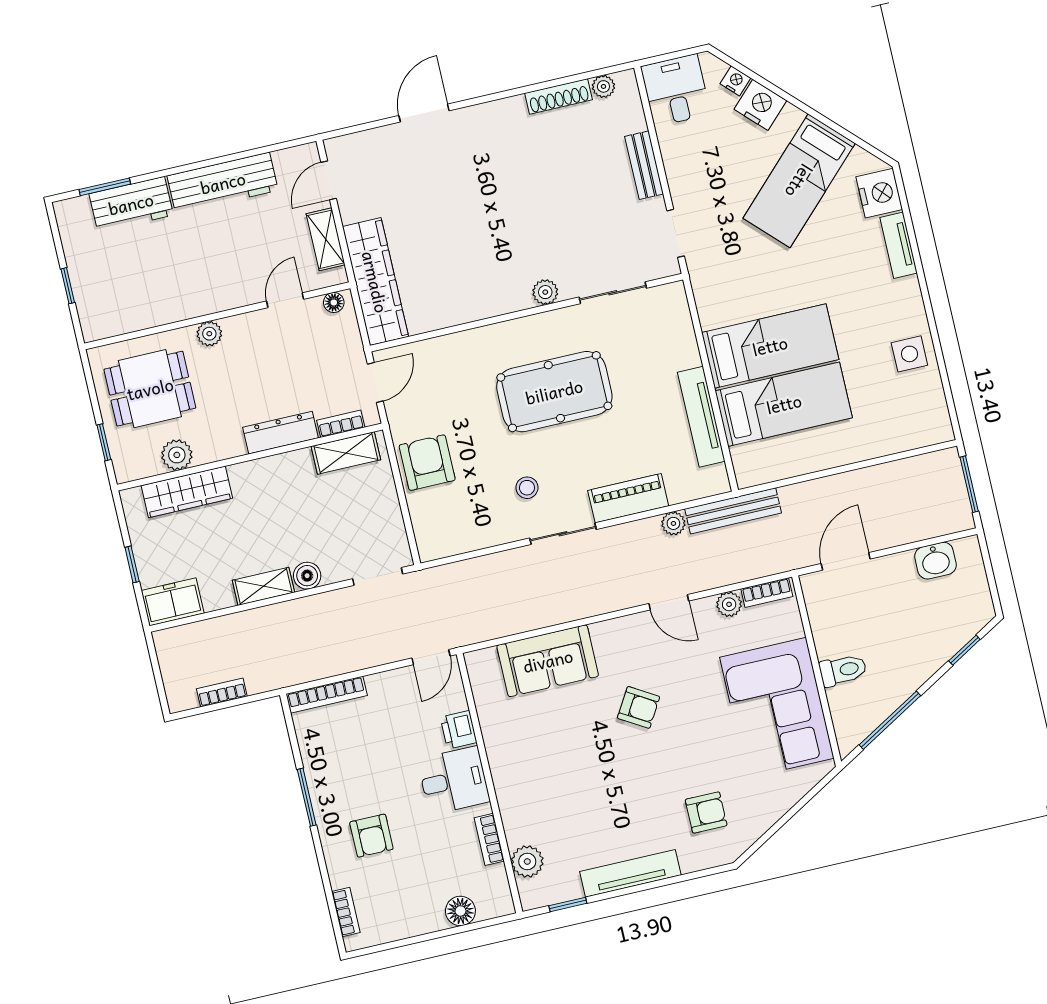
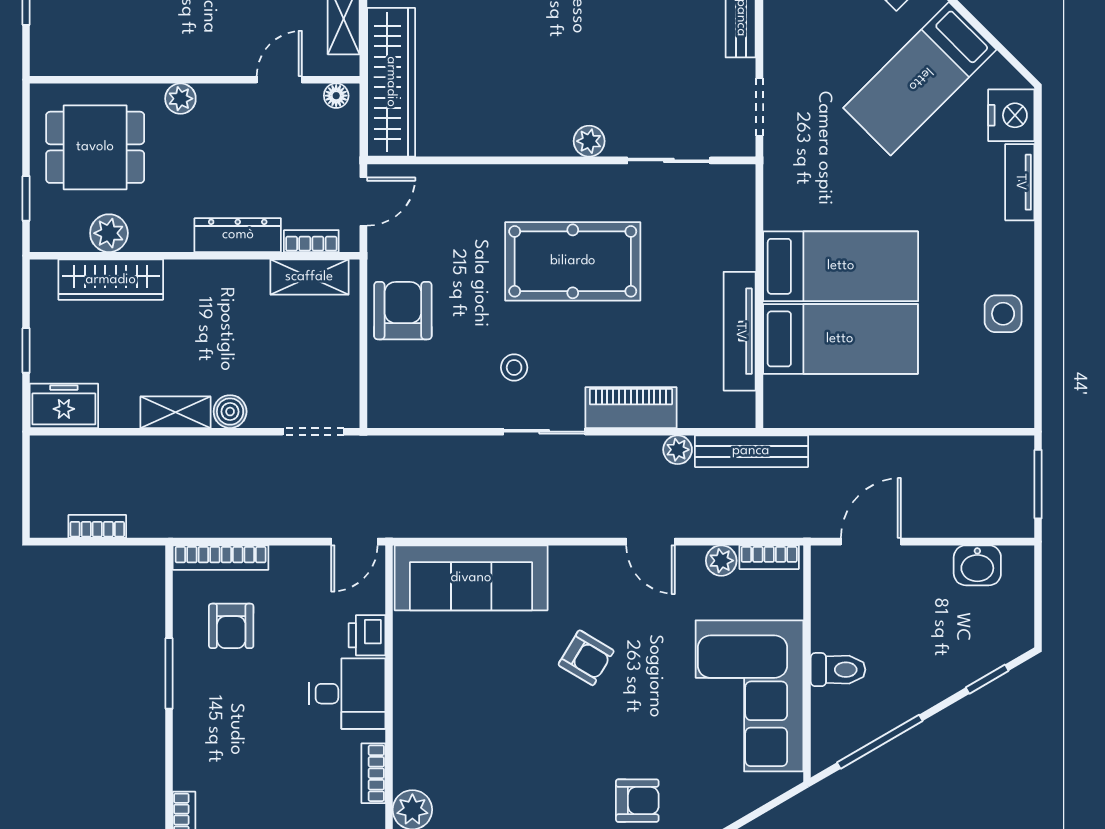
sofa: (548, 661) -> (471, 578), width x1.36
armchair: (371, 836) -> (231, 626), moved

